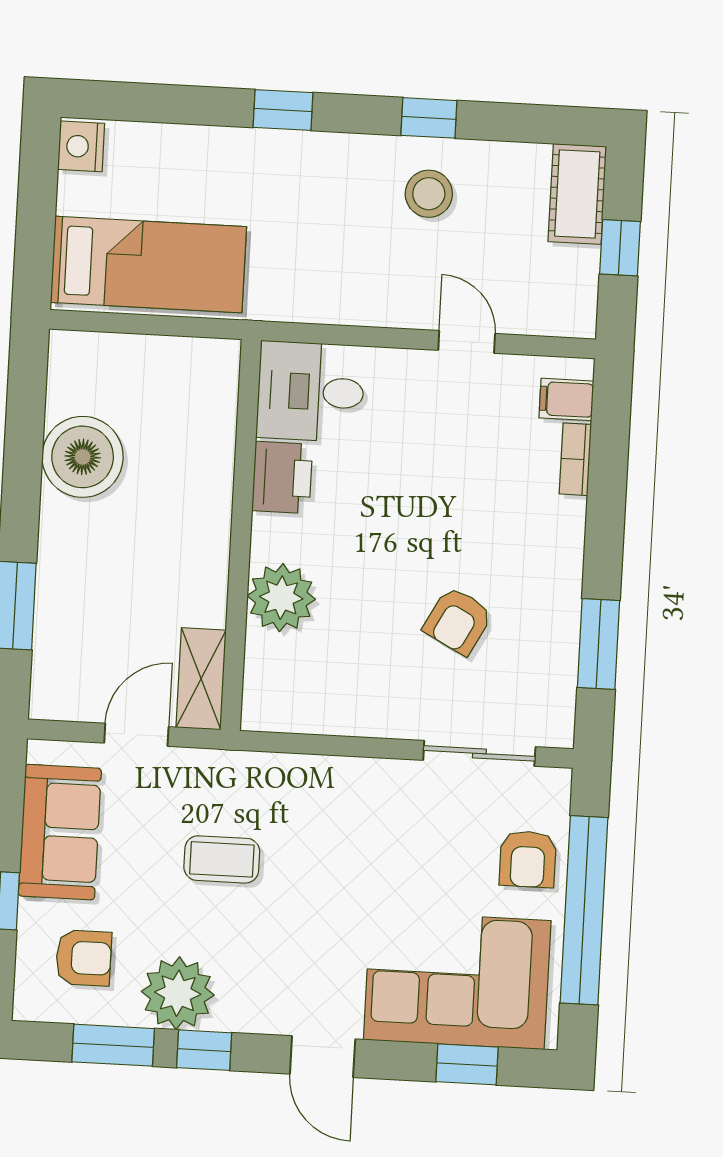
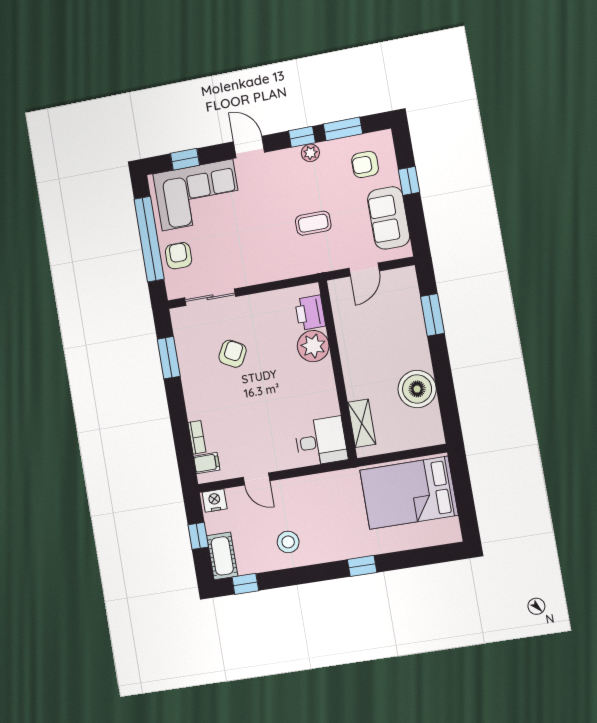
window: (429, 118) -> (245, 584), moved
nightstand: (81, 146) -> (215, 501), moved, turned -90
bed: (148, 265) -> (409, 493), width x1.50
printer: (282, 478) -> (310, 313), moved
shelving: (201, 679) -> (362, 423), moved
plant: (178, 993) -> (310, 153), width x0.53, depth x0.53

